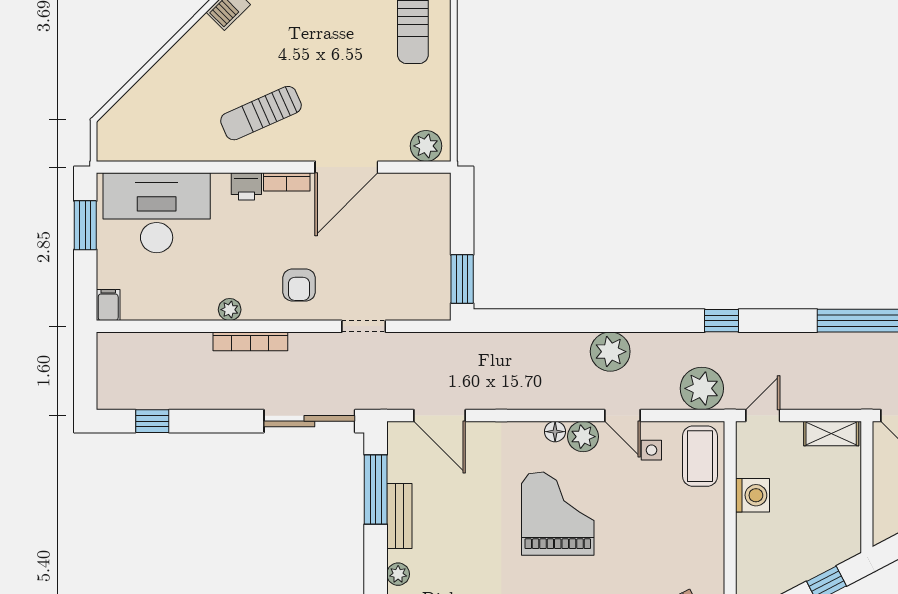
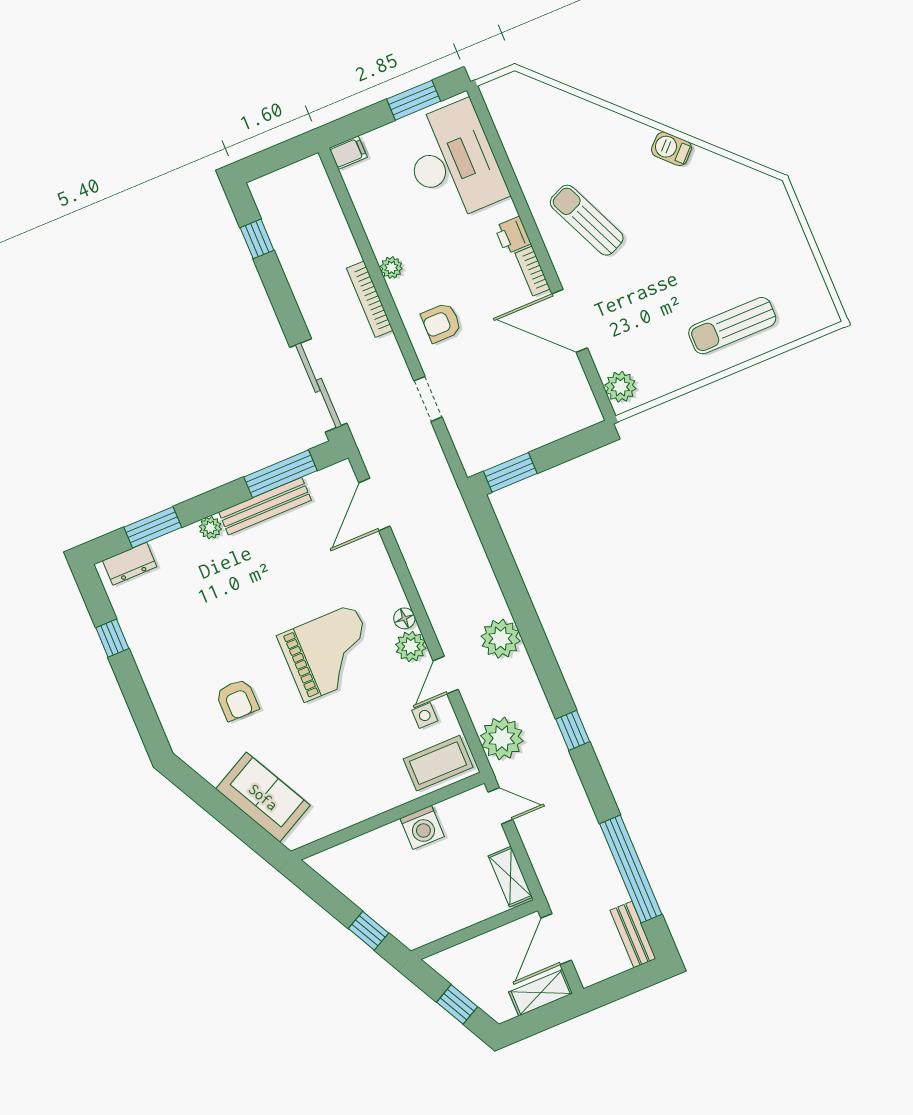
bench: (399, 516) -> (265, 506), width x1.36

